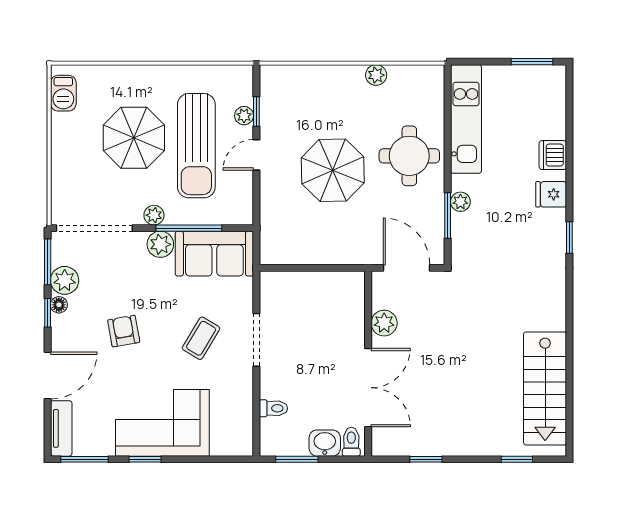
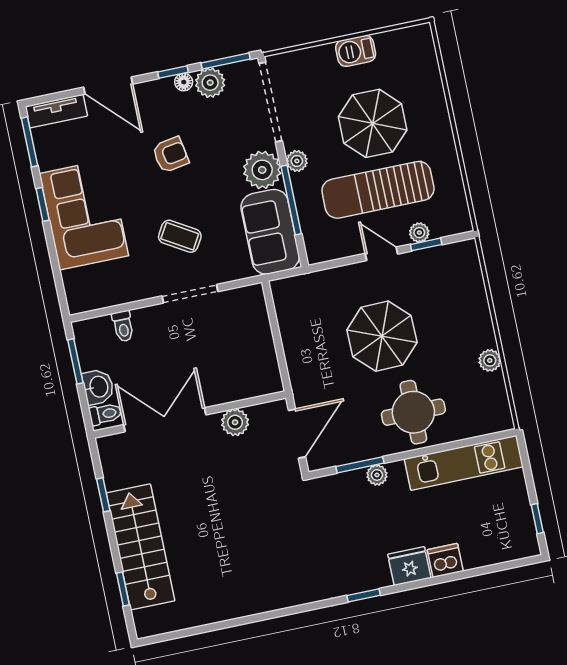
window: (532, 62) -> (537, 519), width x0.67
barbecue: (63, 93) -> (356, 51), moved
fridge: (551, 194) -> (409, 566), width x1.38
plant: (160, 244) -> (262, 170), width x1.36, depth x1.36
double door: (368, 388) -> (165, 420), swing flipped
stairs: (545, 389) -> (140, 547), moved, turned 90

